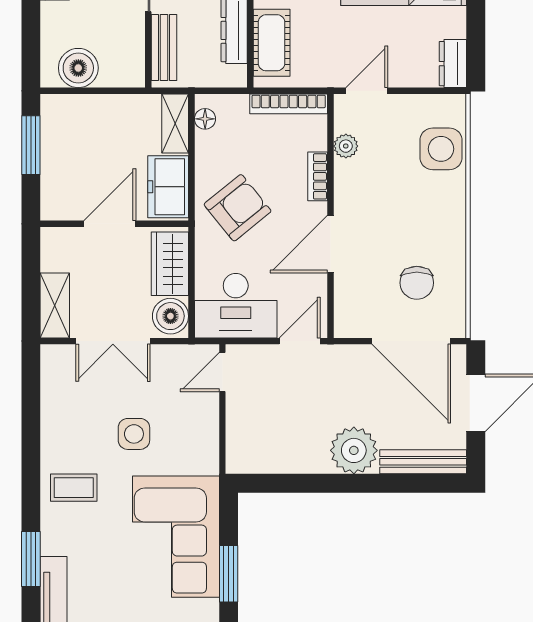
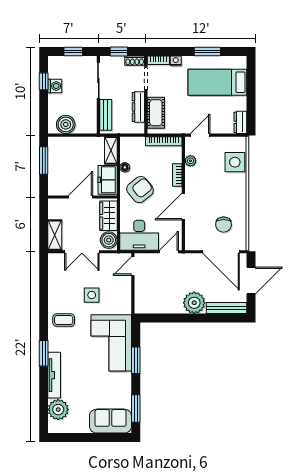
floor lamp: (205, 119) -> (125, 167), moved

